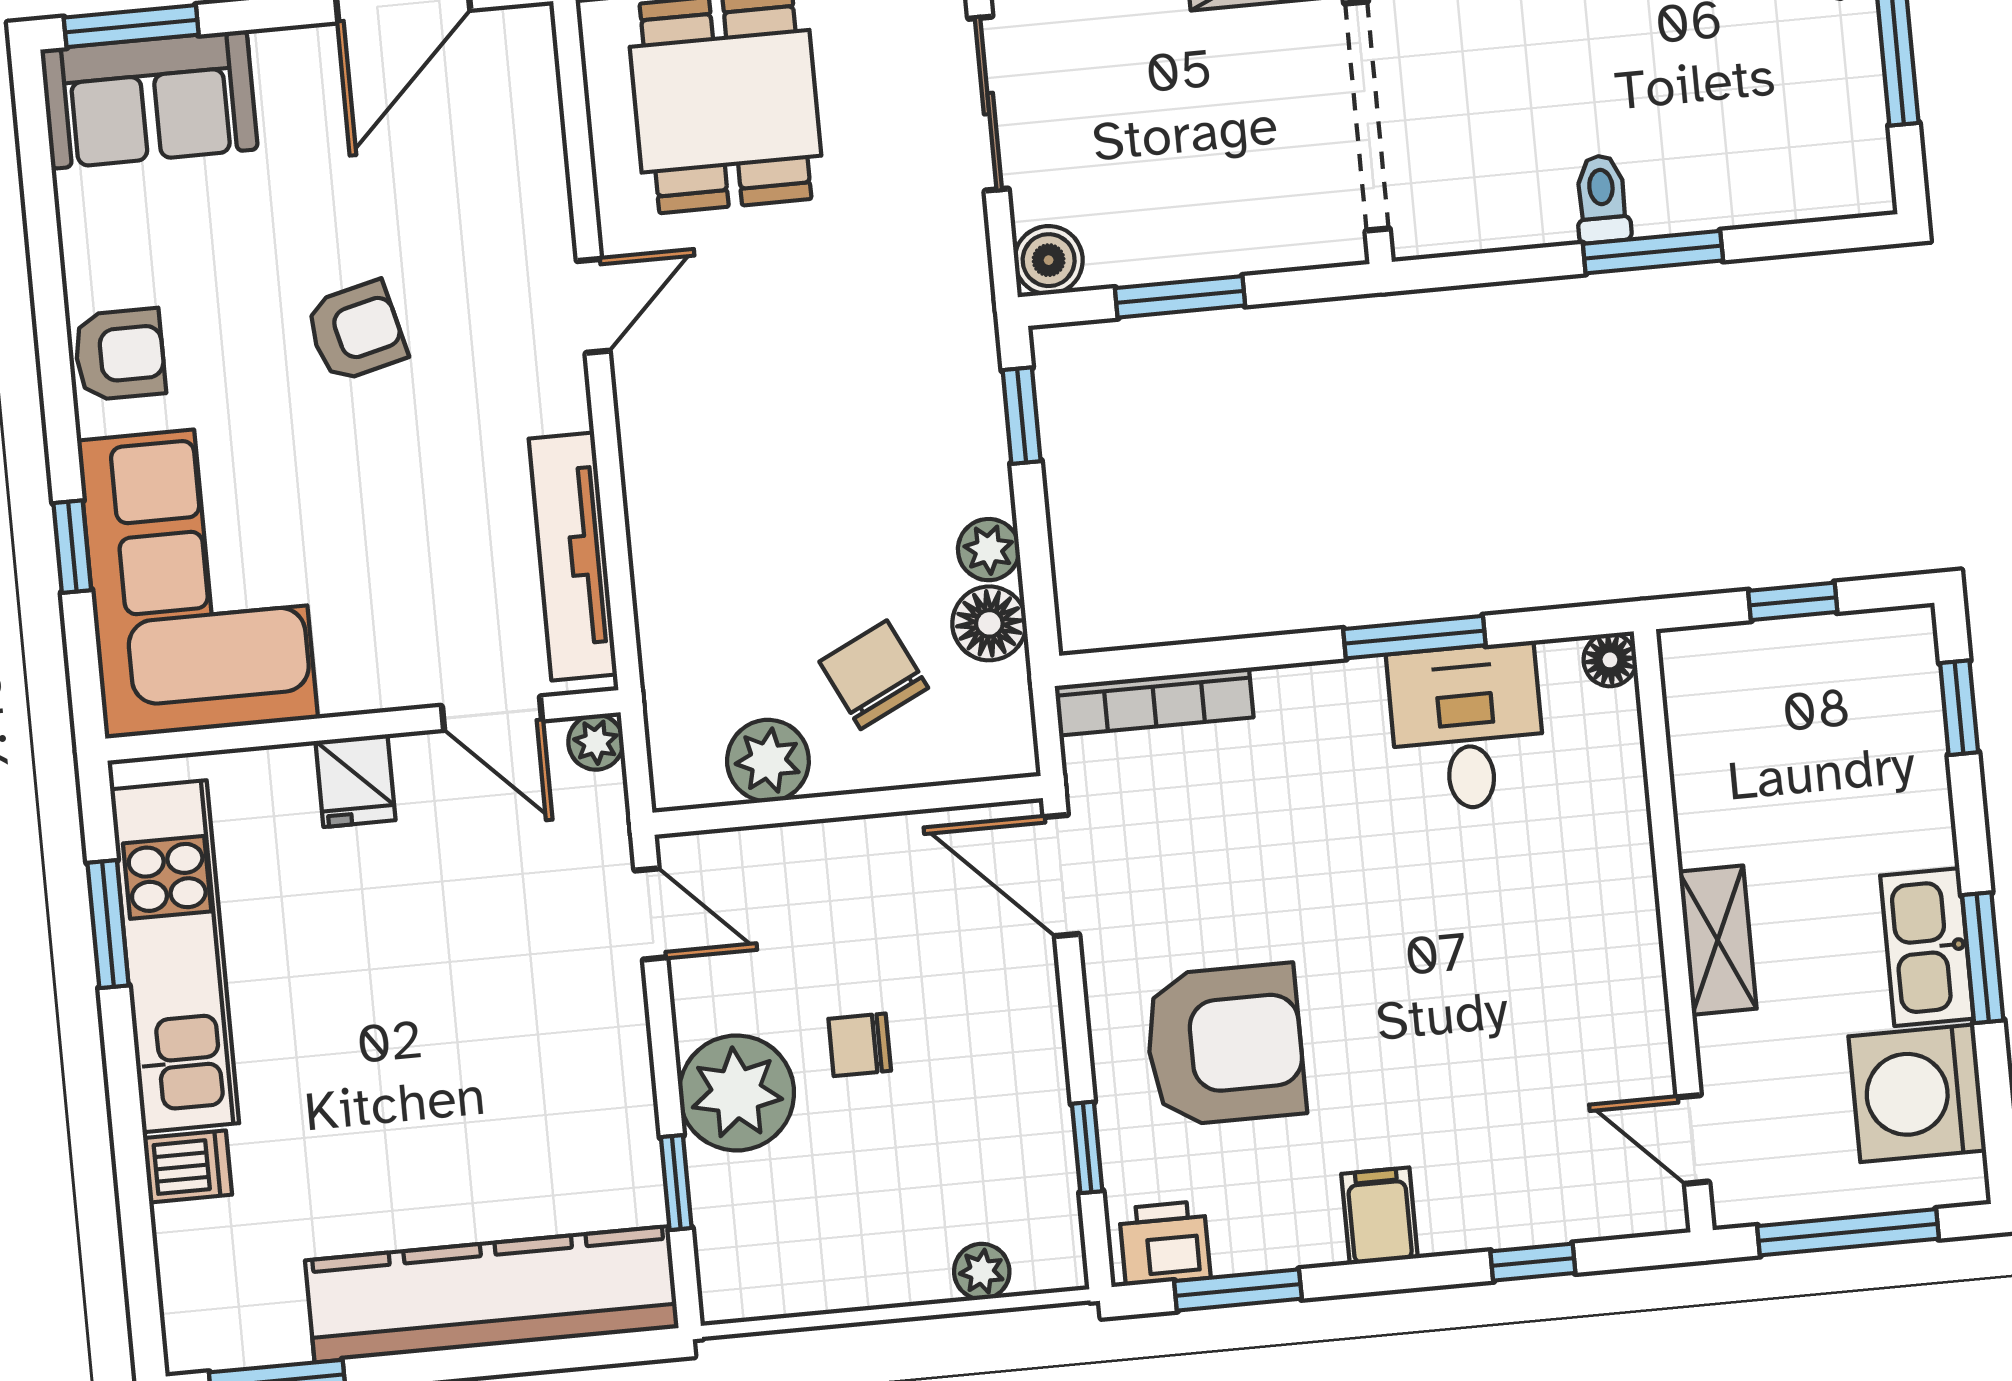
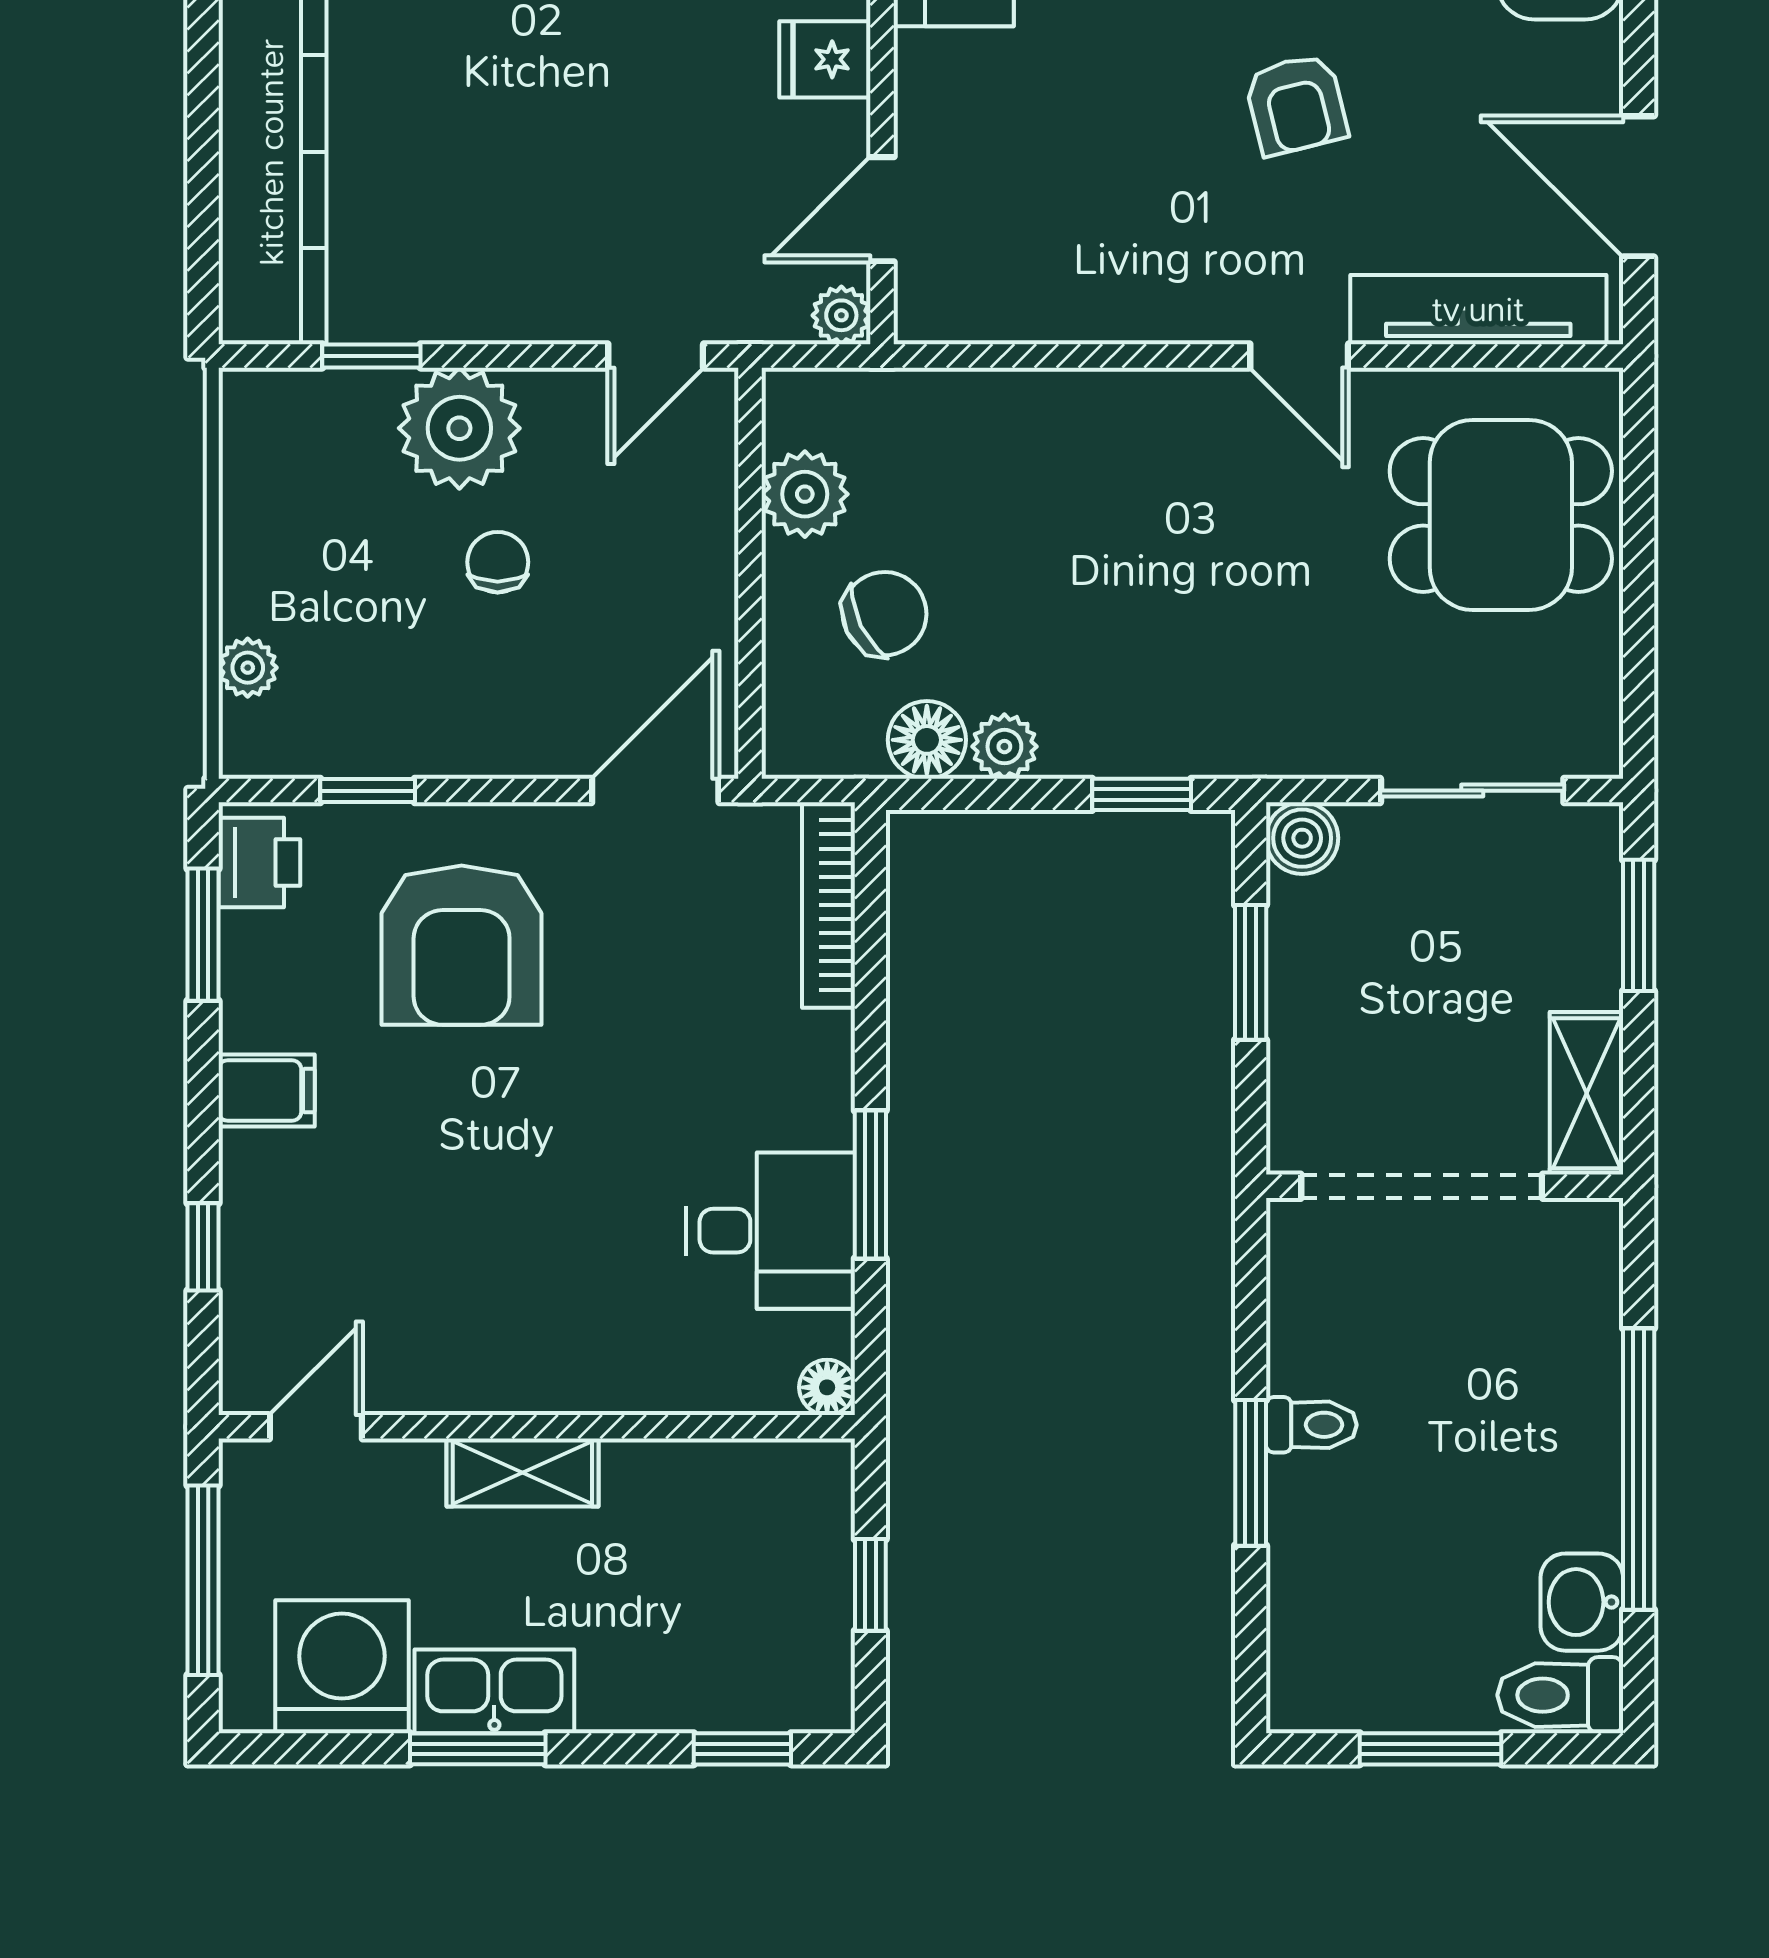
tv unit: (573, 556) -> (1478, 310), moved

